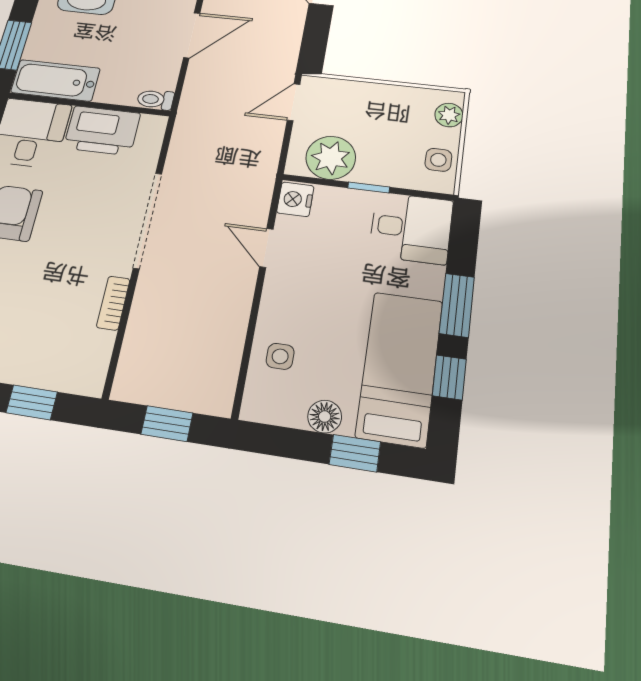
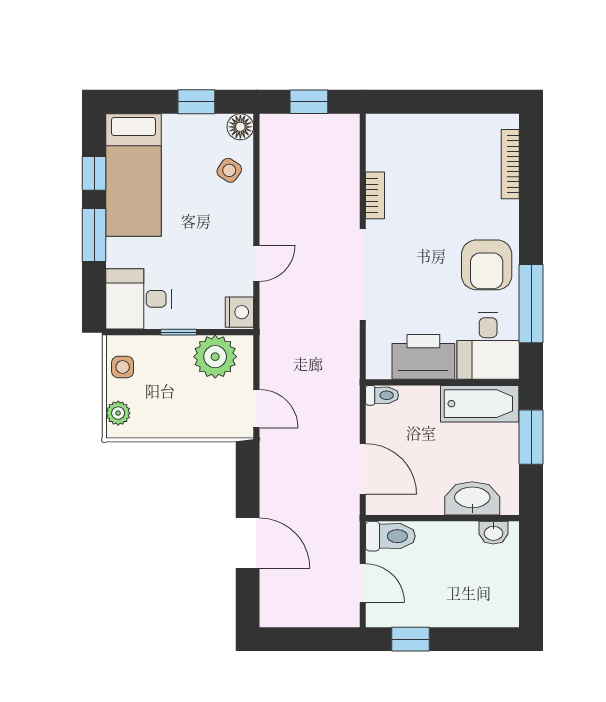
door: (192, 35) -> (363, 469), swing flipped
door: (294, 102) -> (256, 409), hinge flipped
door: (266, 248) -> (256, 263), hinge flipped
side table: (280, 356) -> (229, 170), turned 34
window: (32, 402) -> (421, 102), removed
floor lamp: (325, 417) -> (240, 127), moved
window: (355, 453) -> (196, 102), moved

